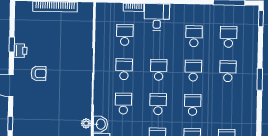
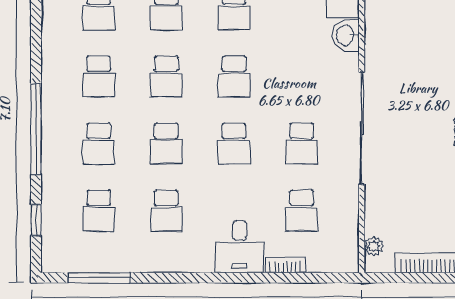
window: (261, 19) -> (36, 220), moved
window: (260, 79) -> (36, 129), width x2.11
school desk: (123, 103) -> (99, 77), moved
plant: (86, 123) -> (374, 246), moved

